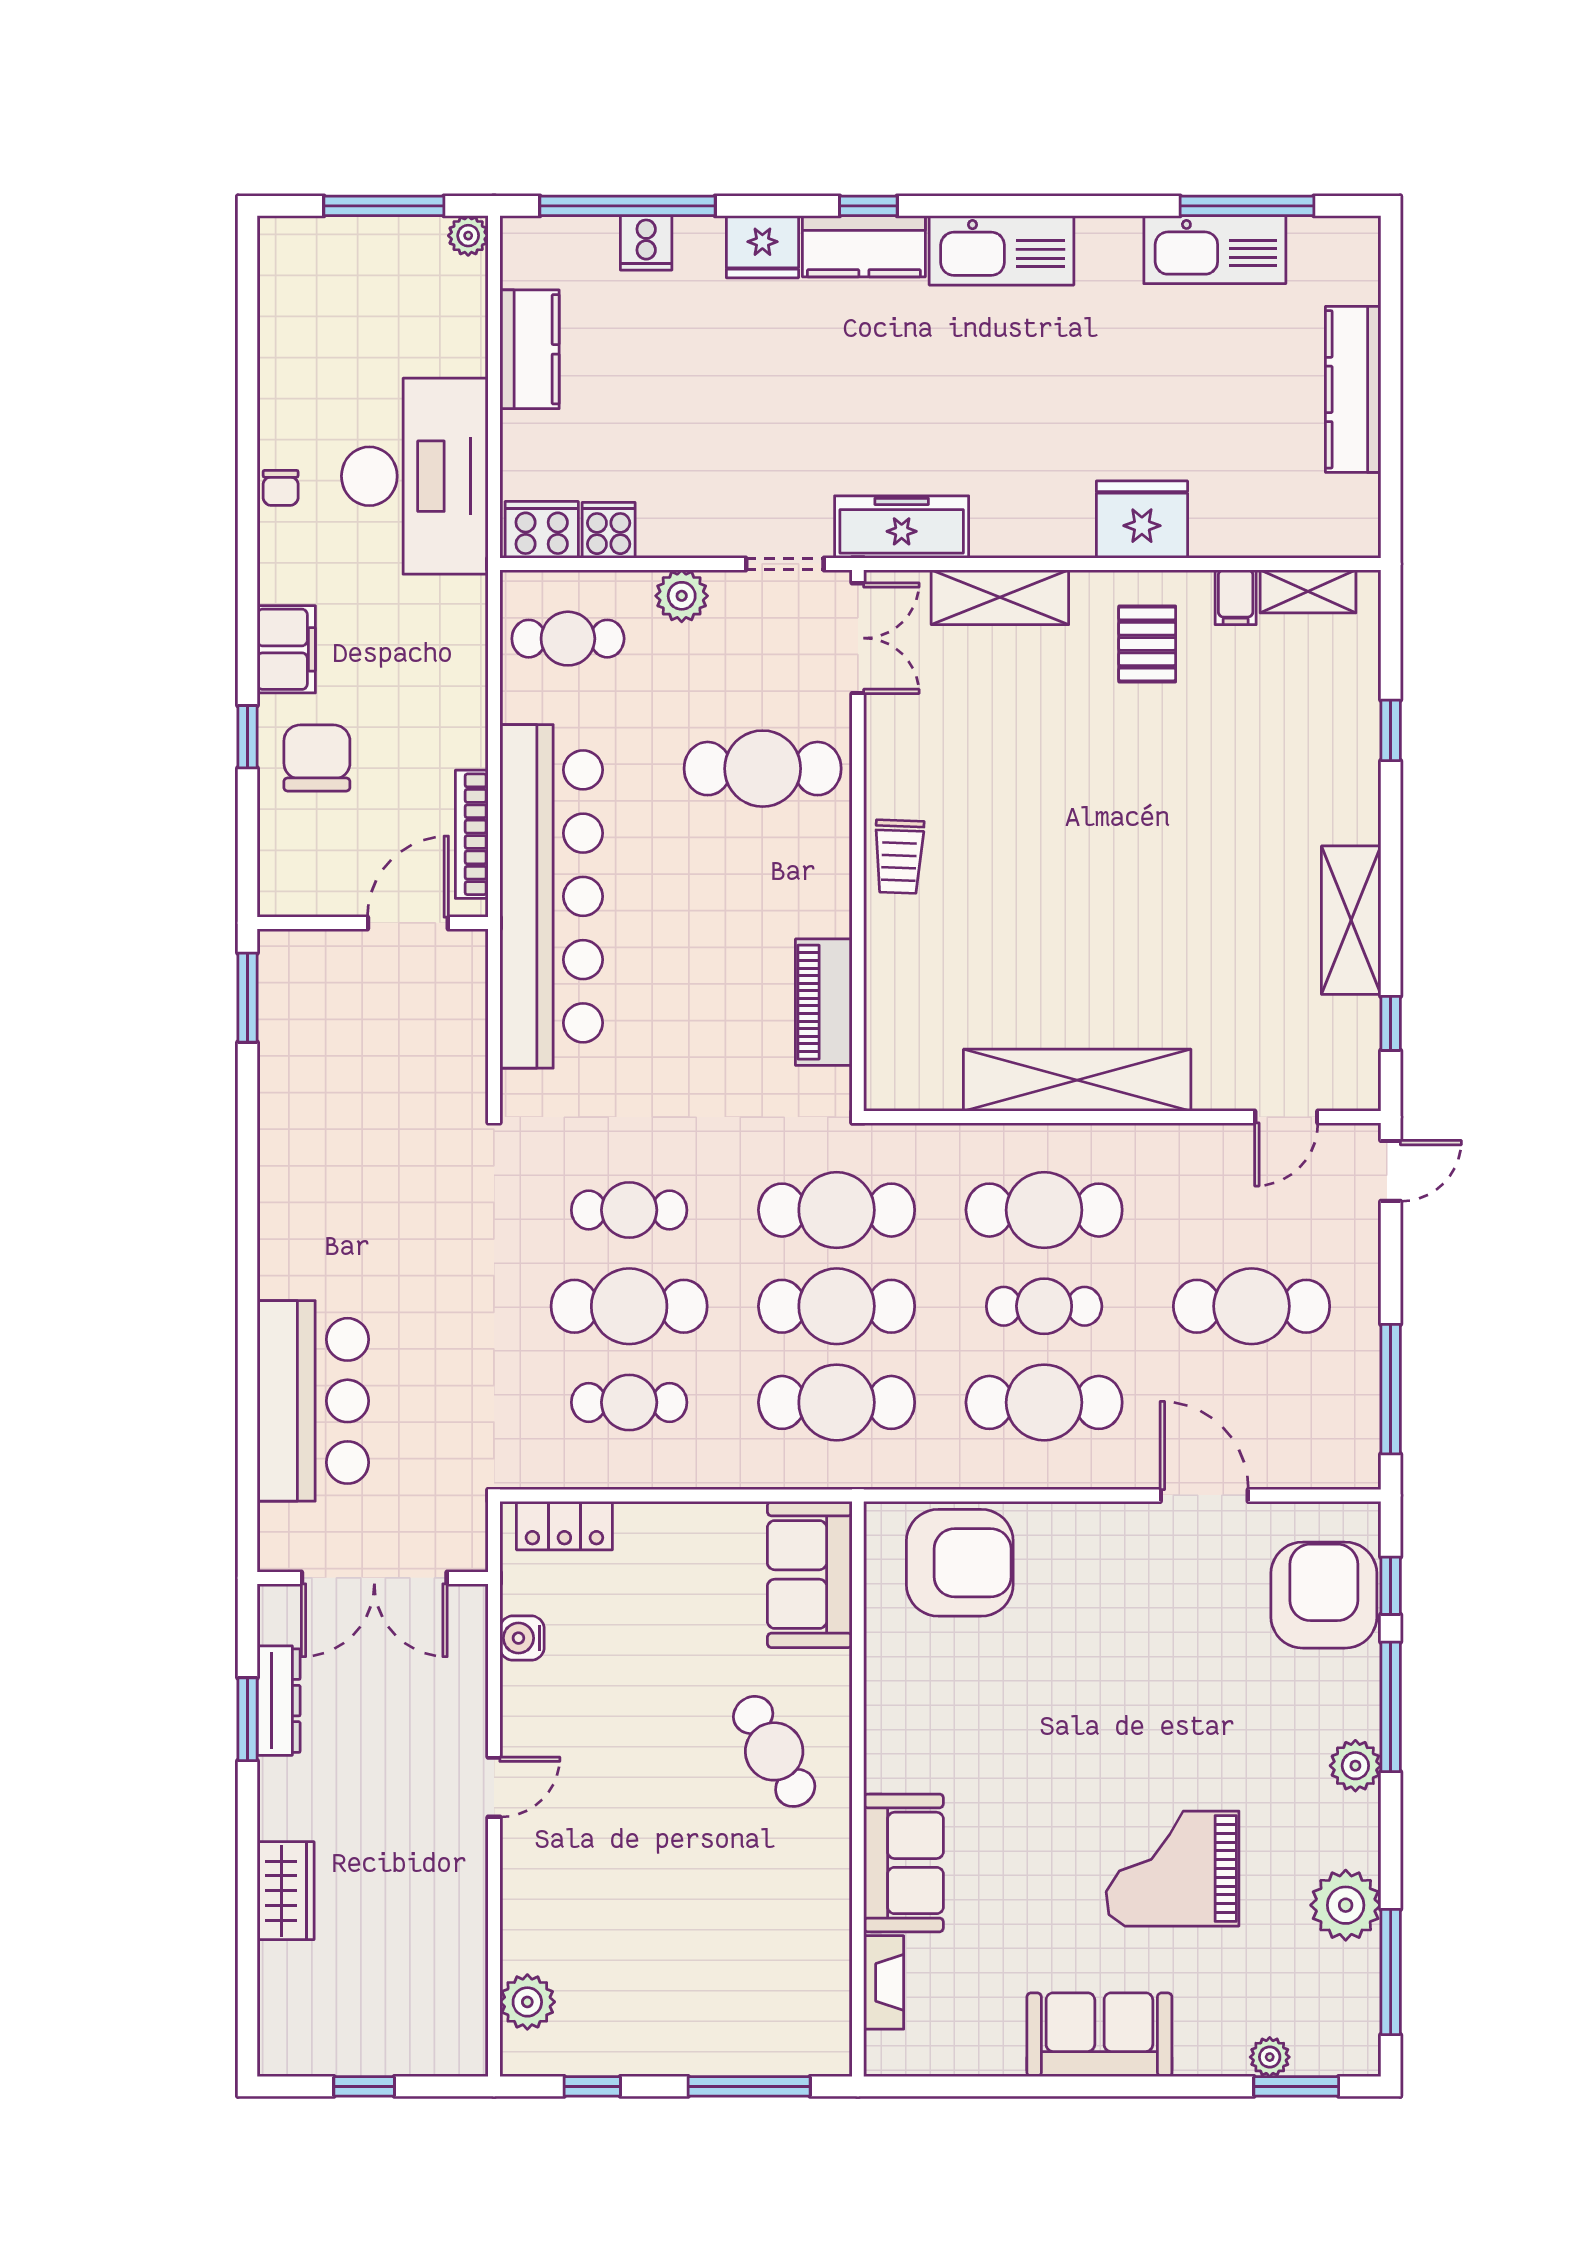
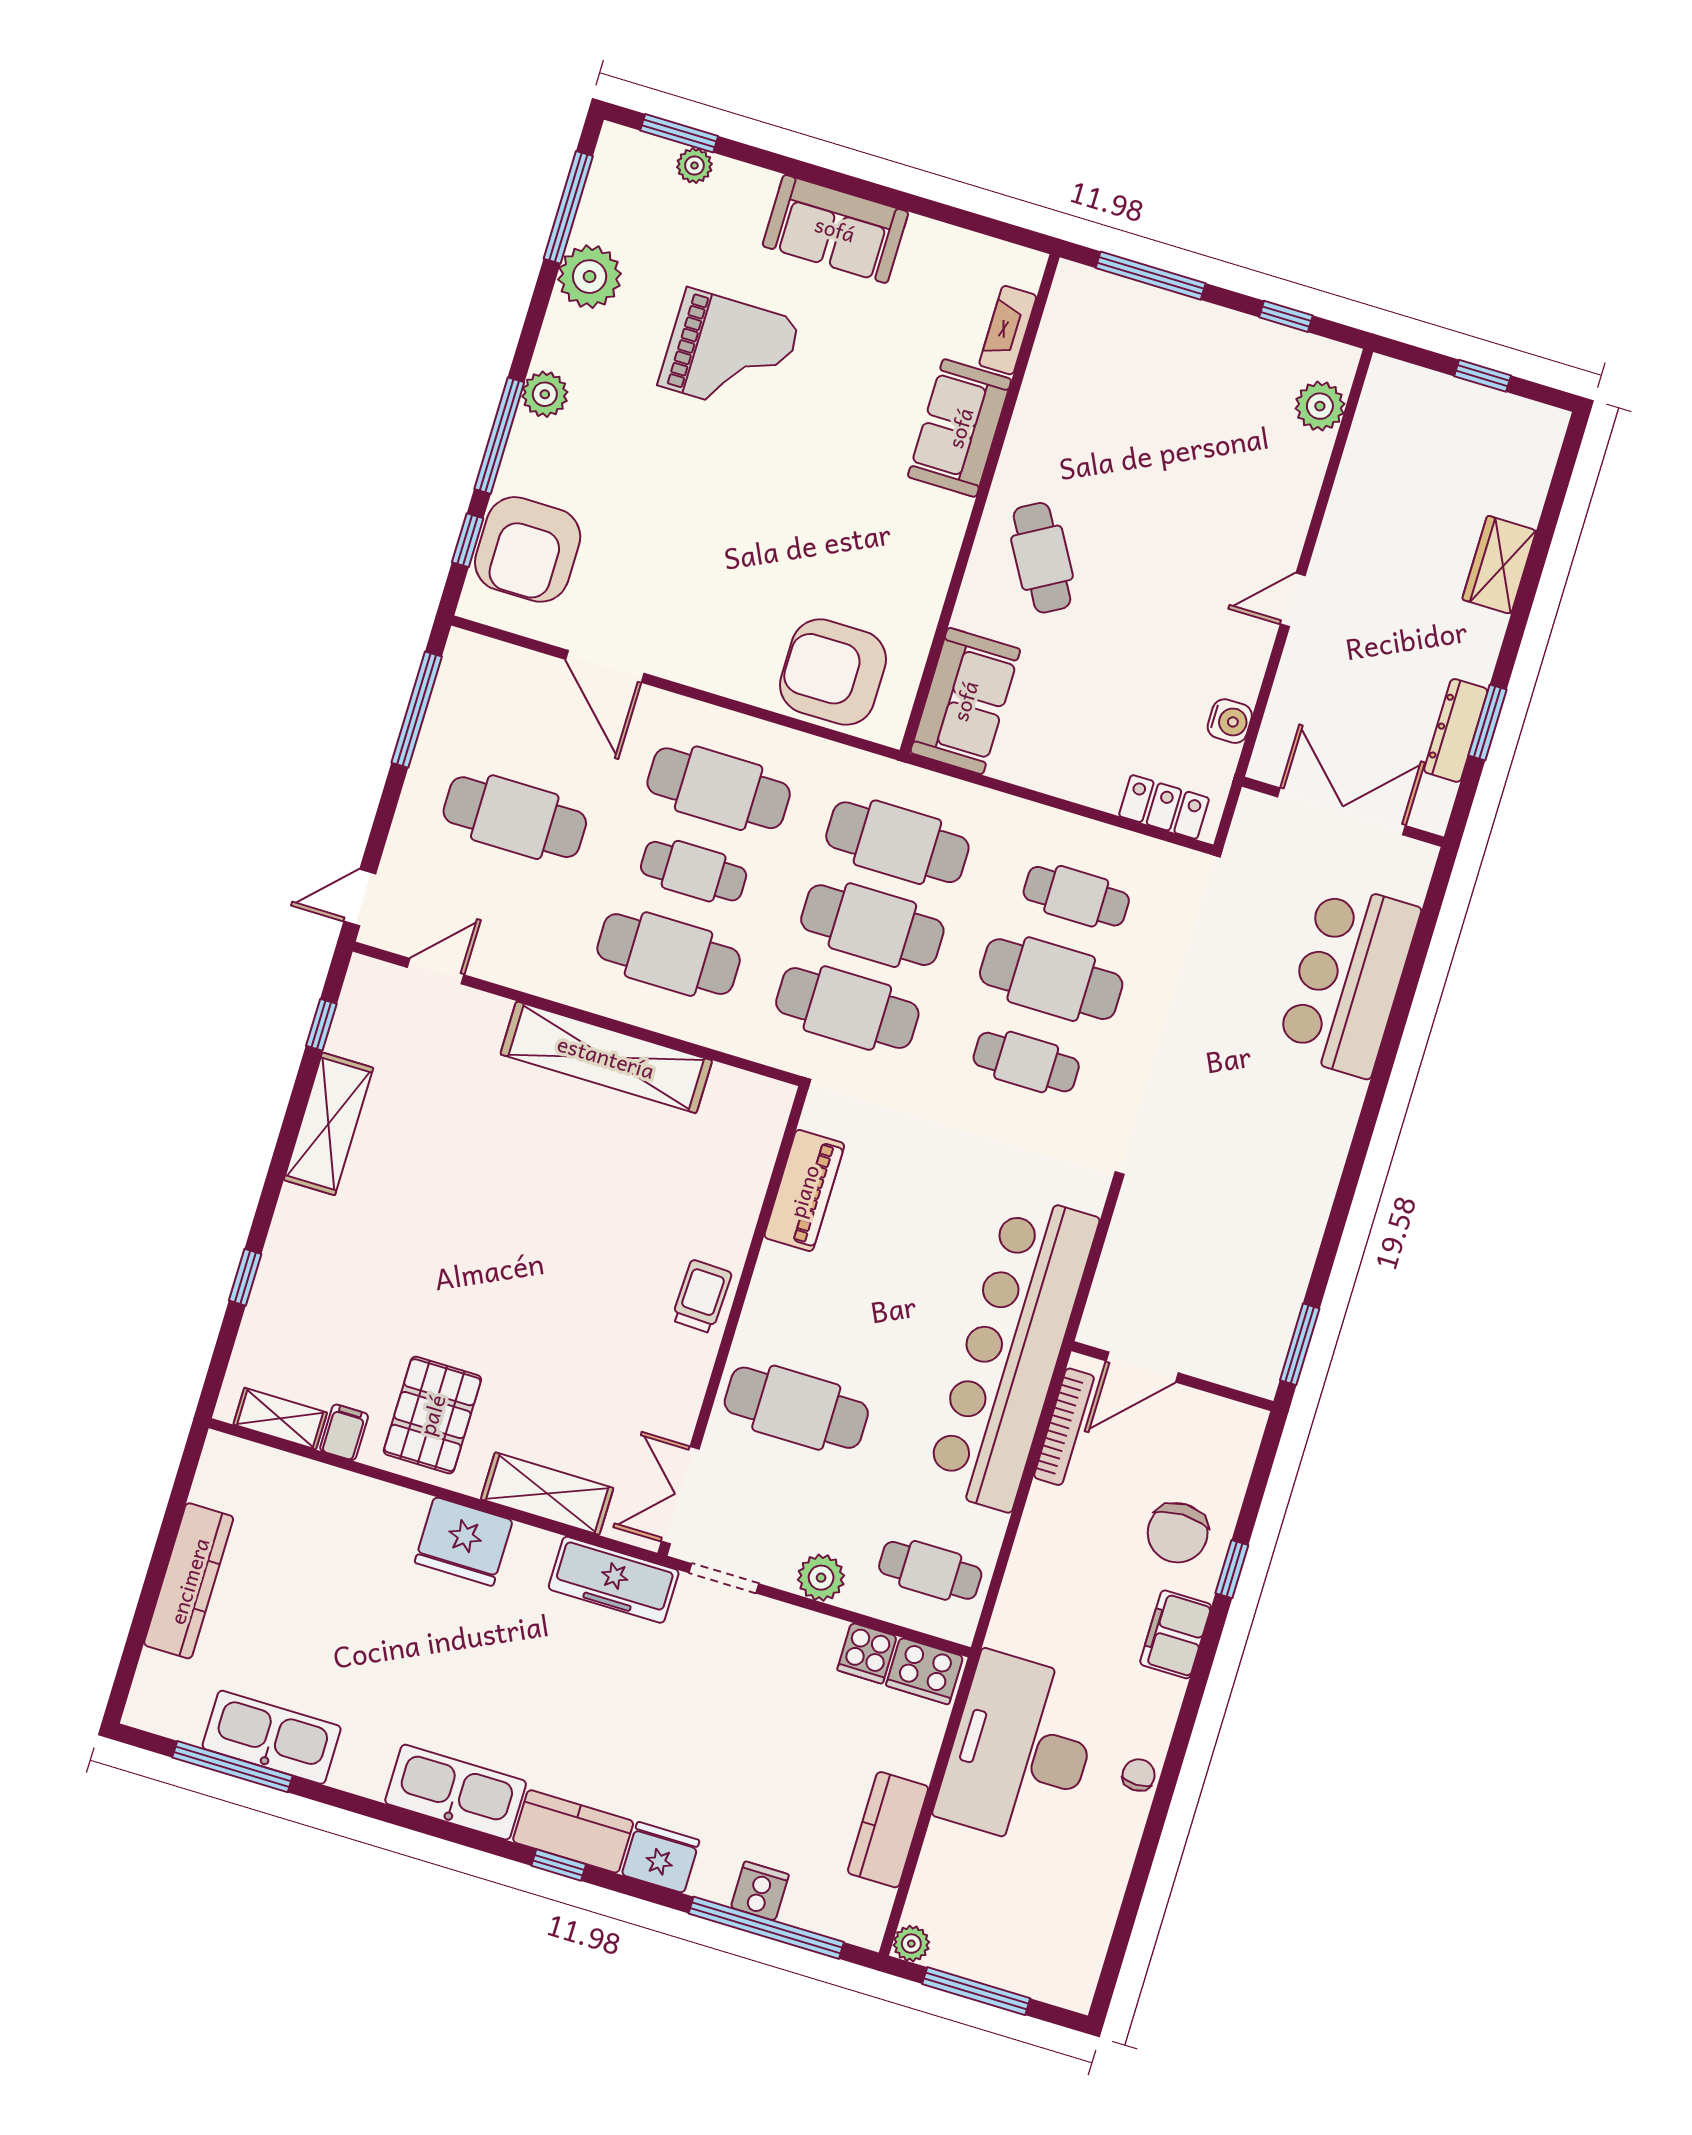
fridge: (1142, 519) -> (464, 1541), moved
pallet: (1147, 644) -> (432, 1415), width x1.50, depth x1.42

